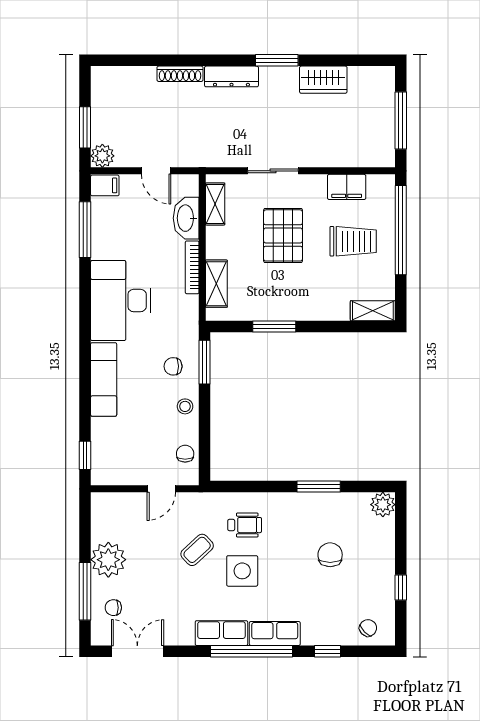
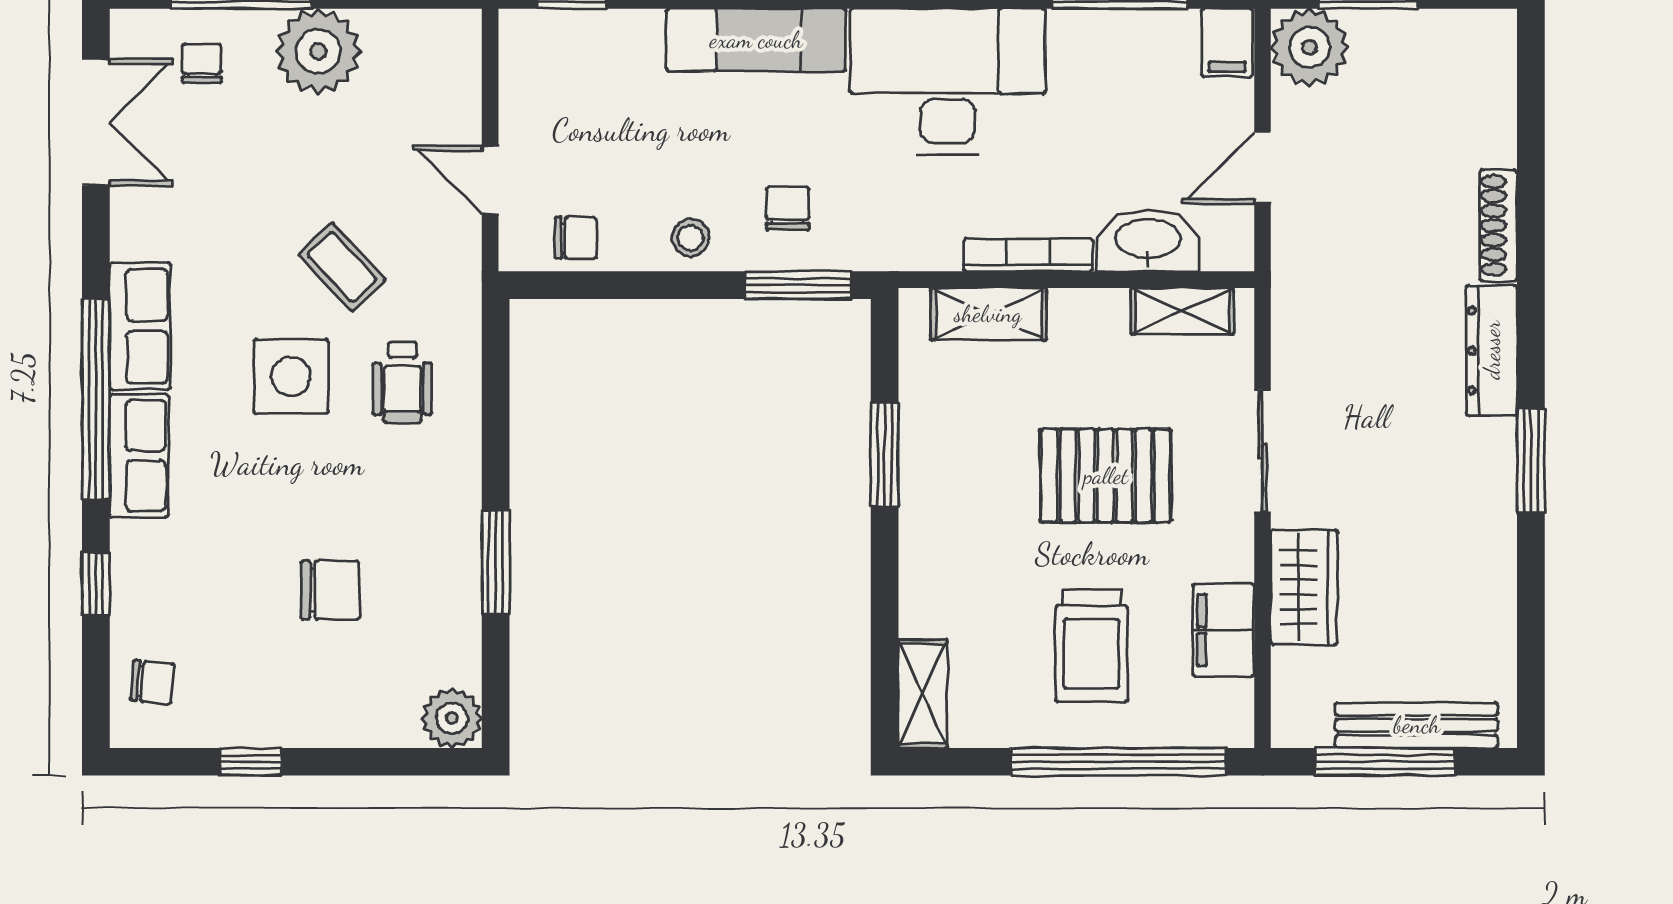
wardrobe: (323, 80) -> (1304, 587), moved, turned 180
bench: (386, 107) -> (1417, 725), added
plant: (102, 156) -> (1310, 47), width x1.36, depth x1.36
chair: (368, 628) -> (152, 682), turned -40

